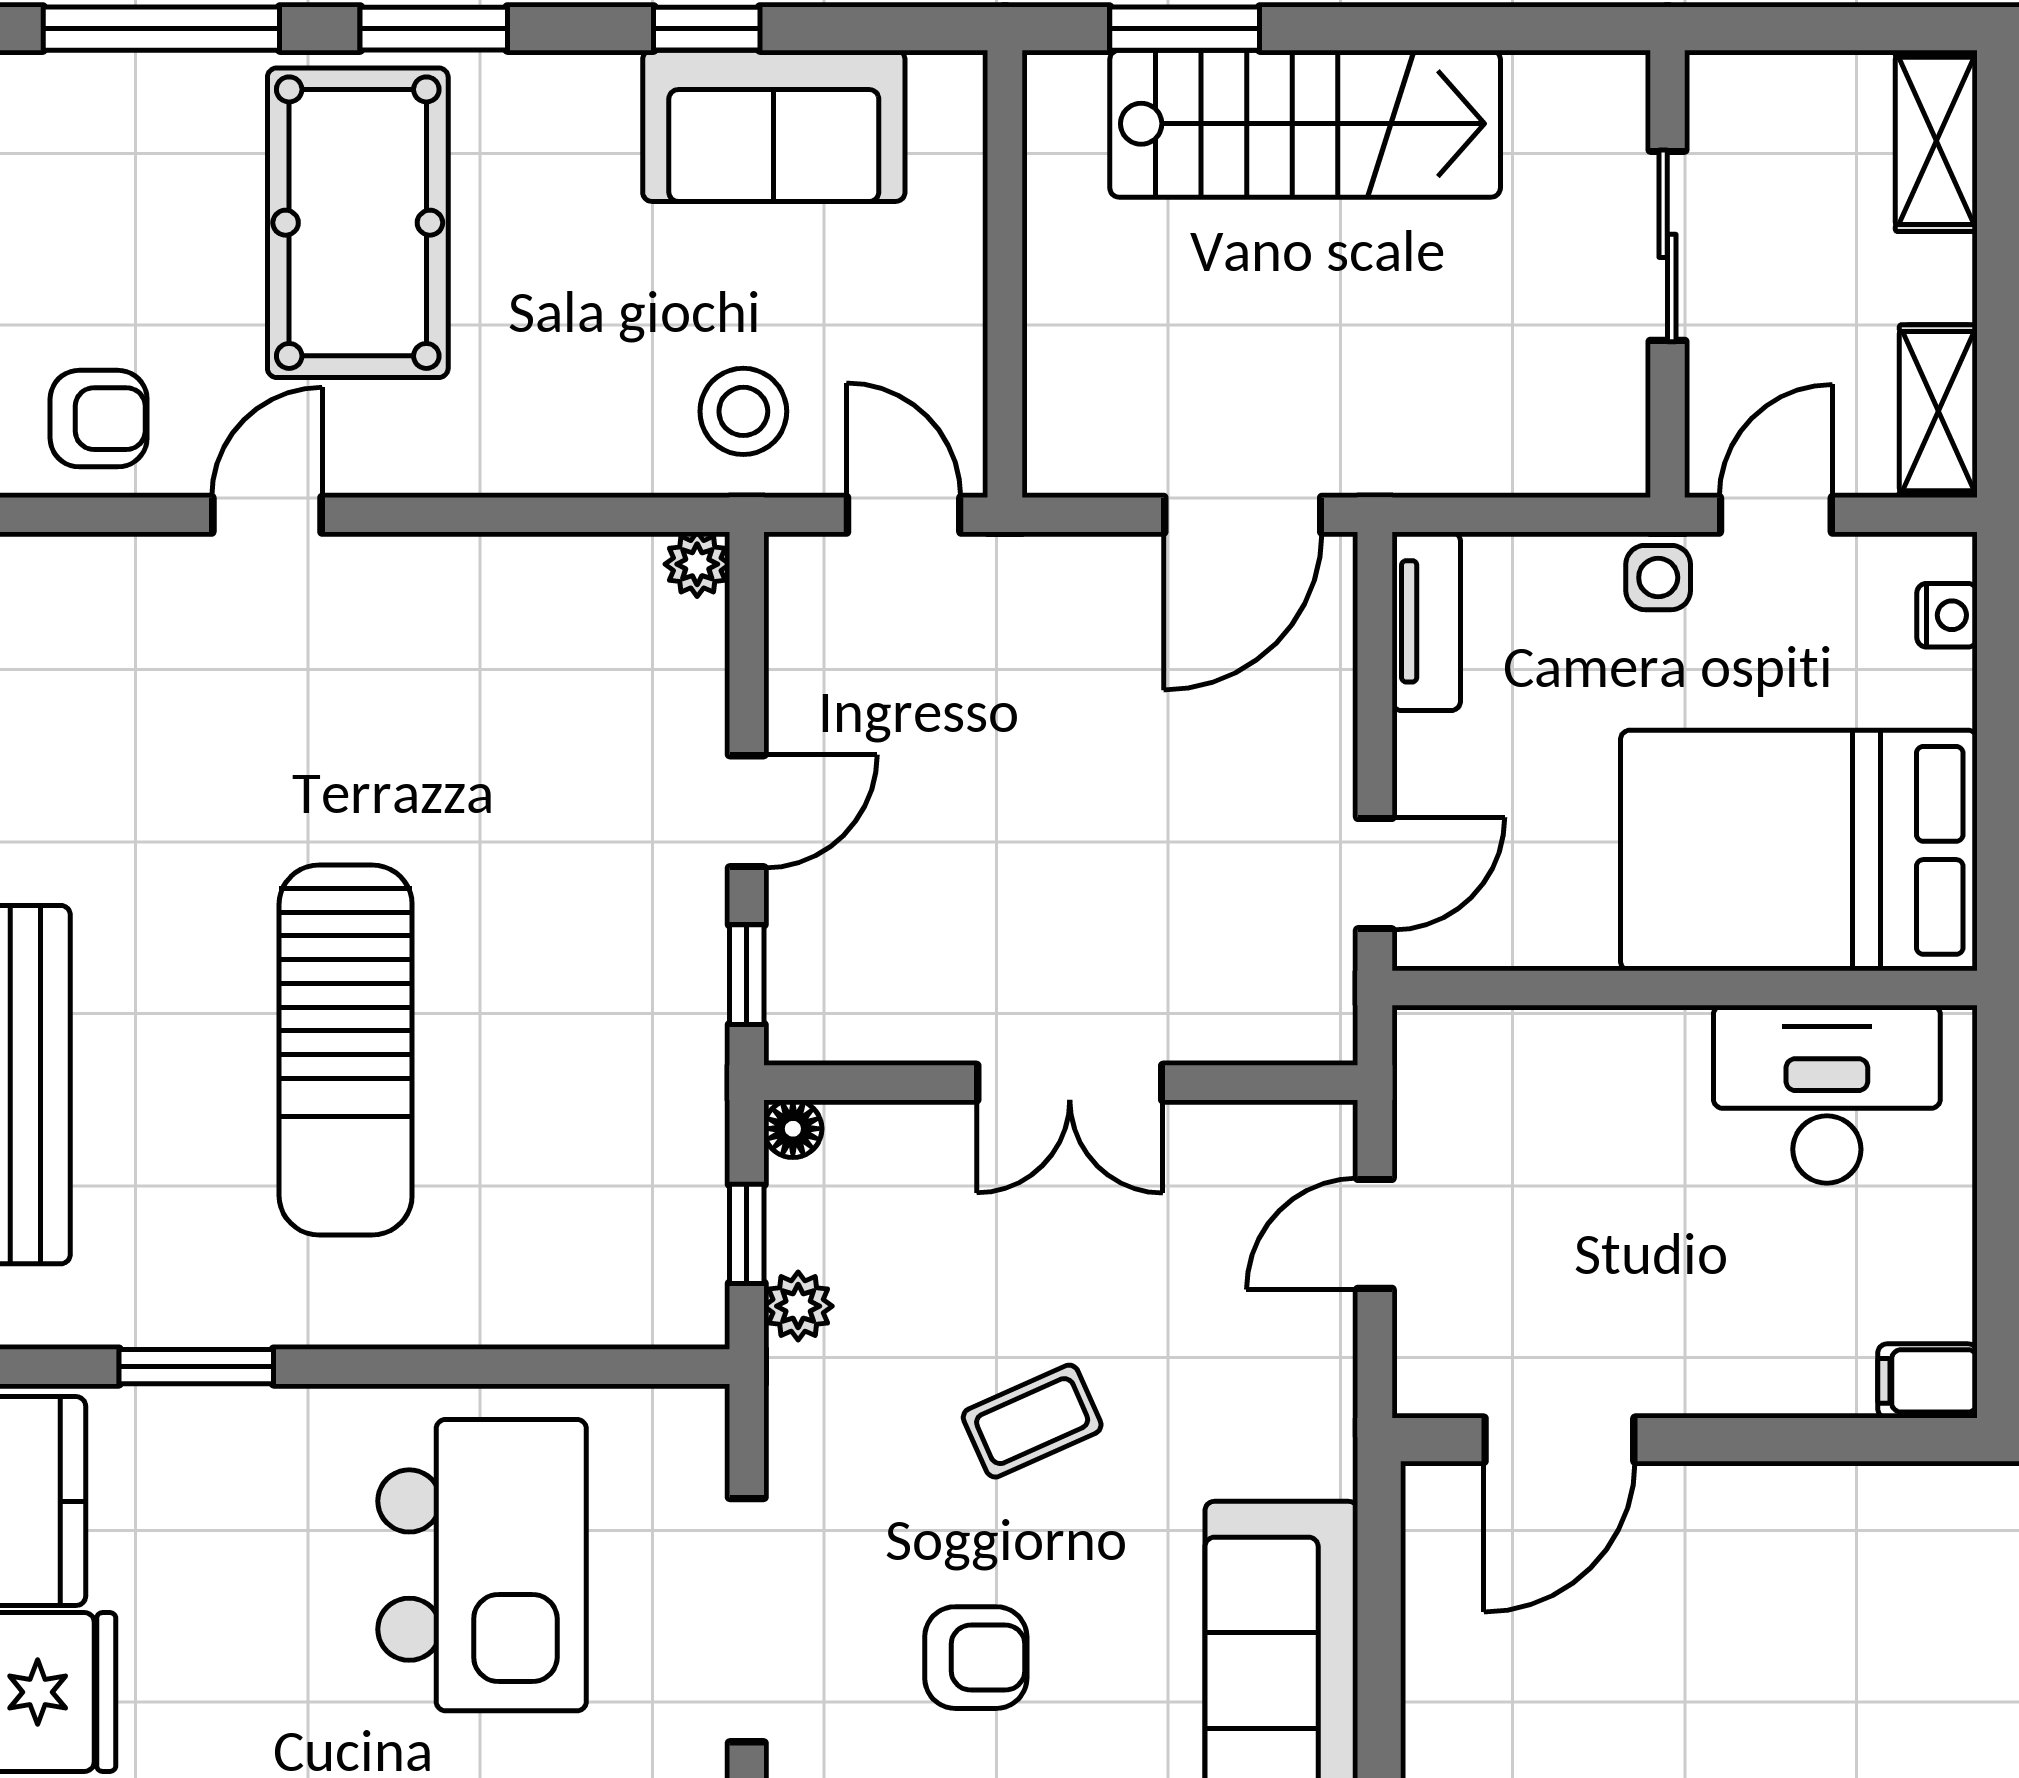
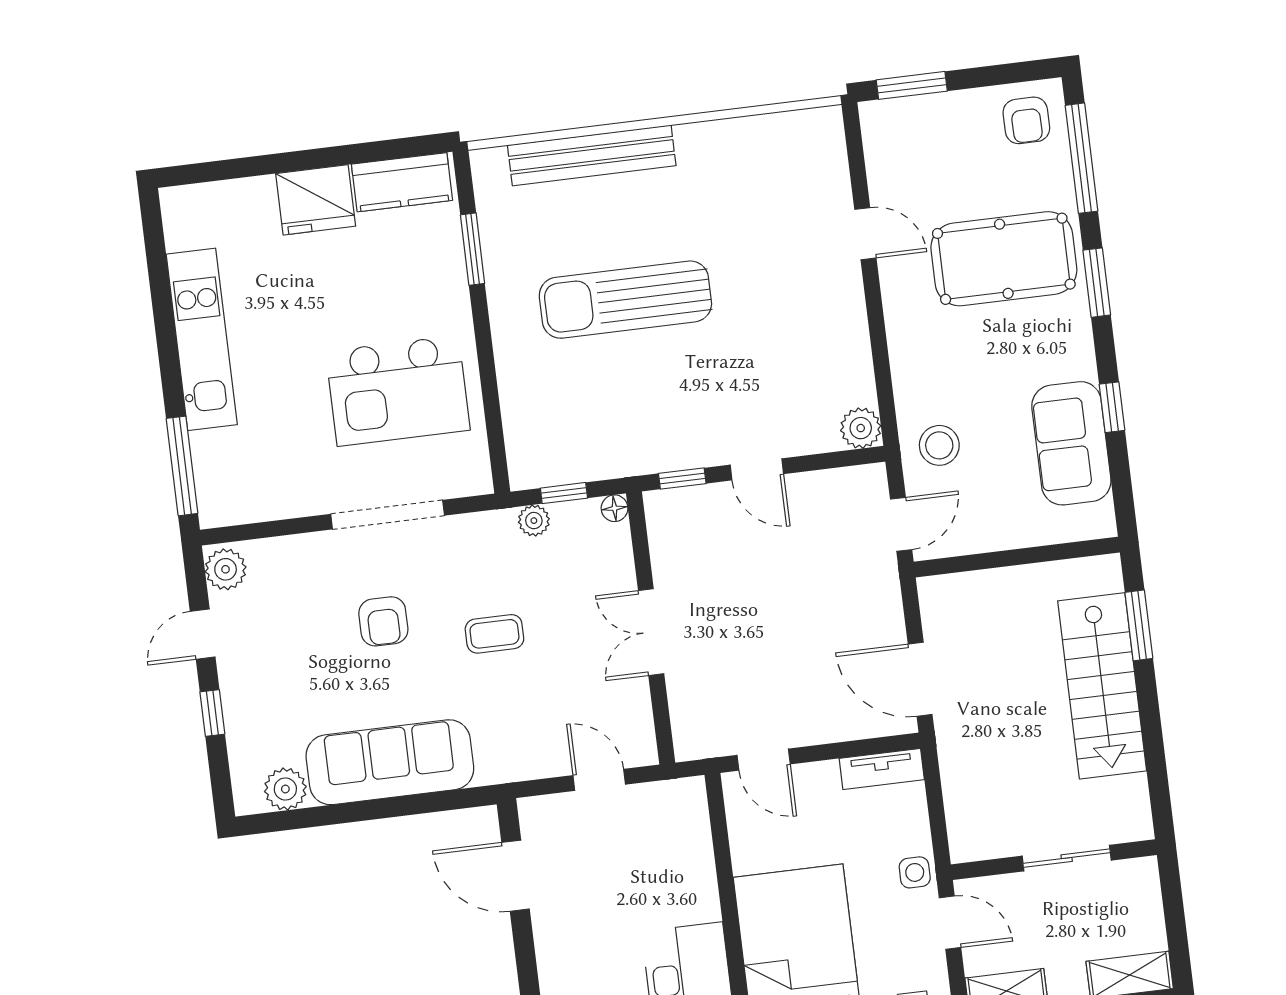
armchair: (99, 419) -> (1026, 120), moved
plant: (697, 564) -> (861, 428), width x1.38, depth x1.38
coffee table: (1032, 1421) -> (494, 634), turned -66

